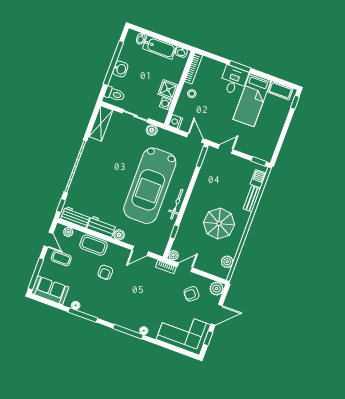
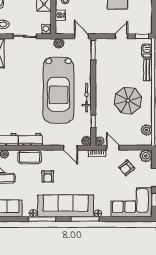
washing machine: (166, 104) -> (47, 29), moved
nightstand: (176, 122) -> (60, 15), moved
boiler: (152, 130) -> (59, 43), moved
door: (226, 149) -> (121, 36), moved
boiler: (119, 235) -> (86, 141), moved
door: (140, 251) -> (70, 148), hinge flipped
door: (185, 267) -> (113, 148), hinge flipped
sofa: (113, 310) -> (66, 206), added

